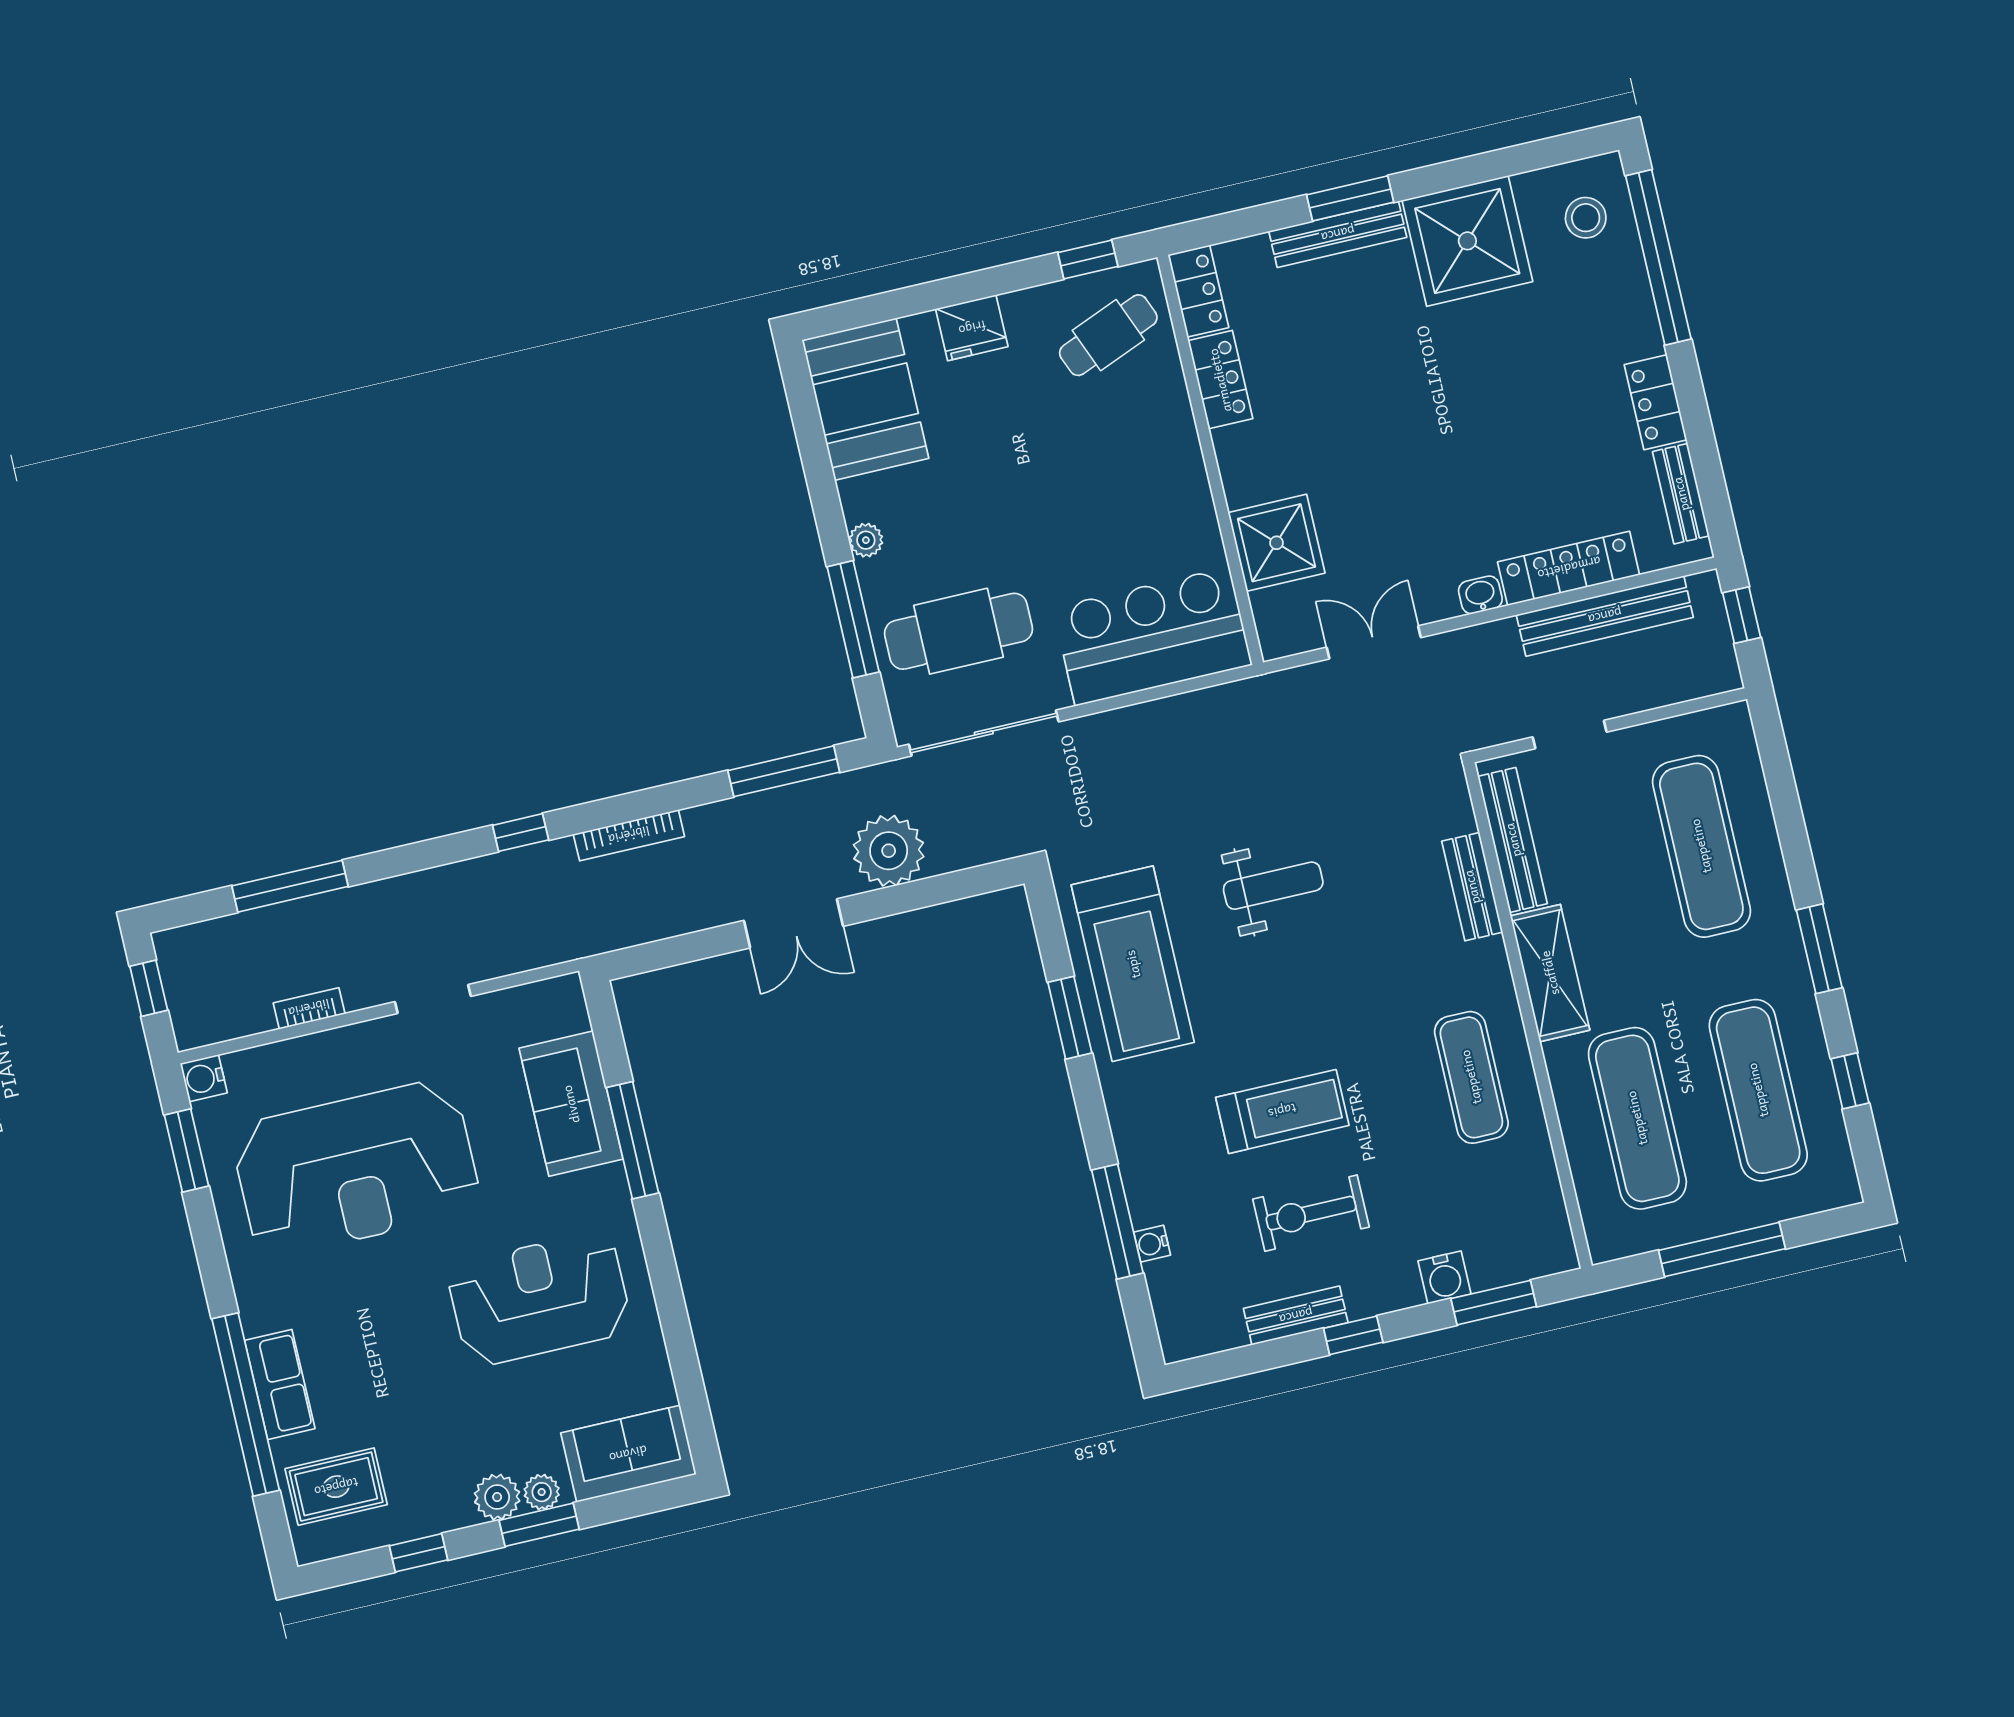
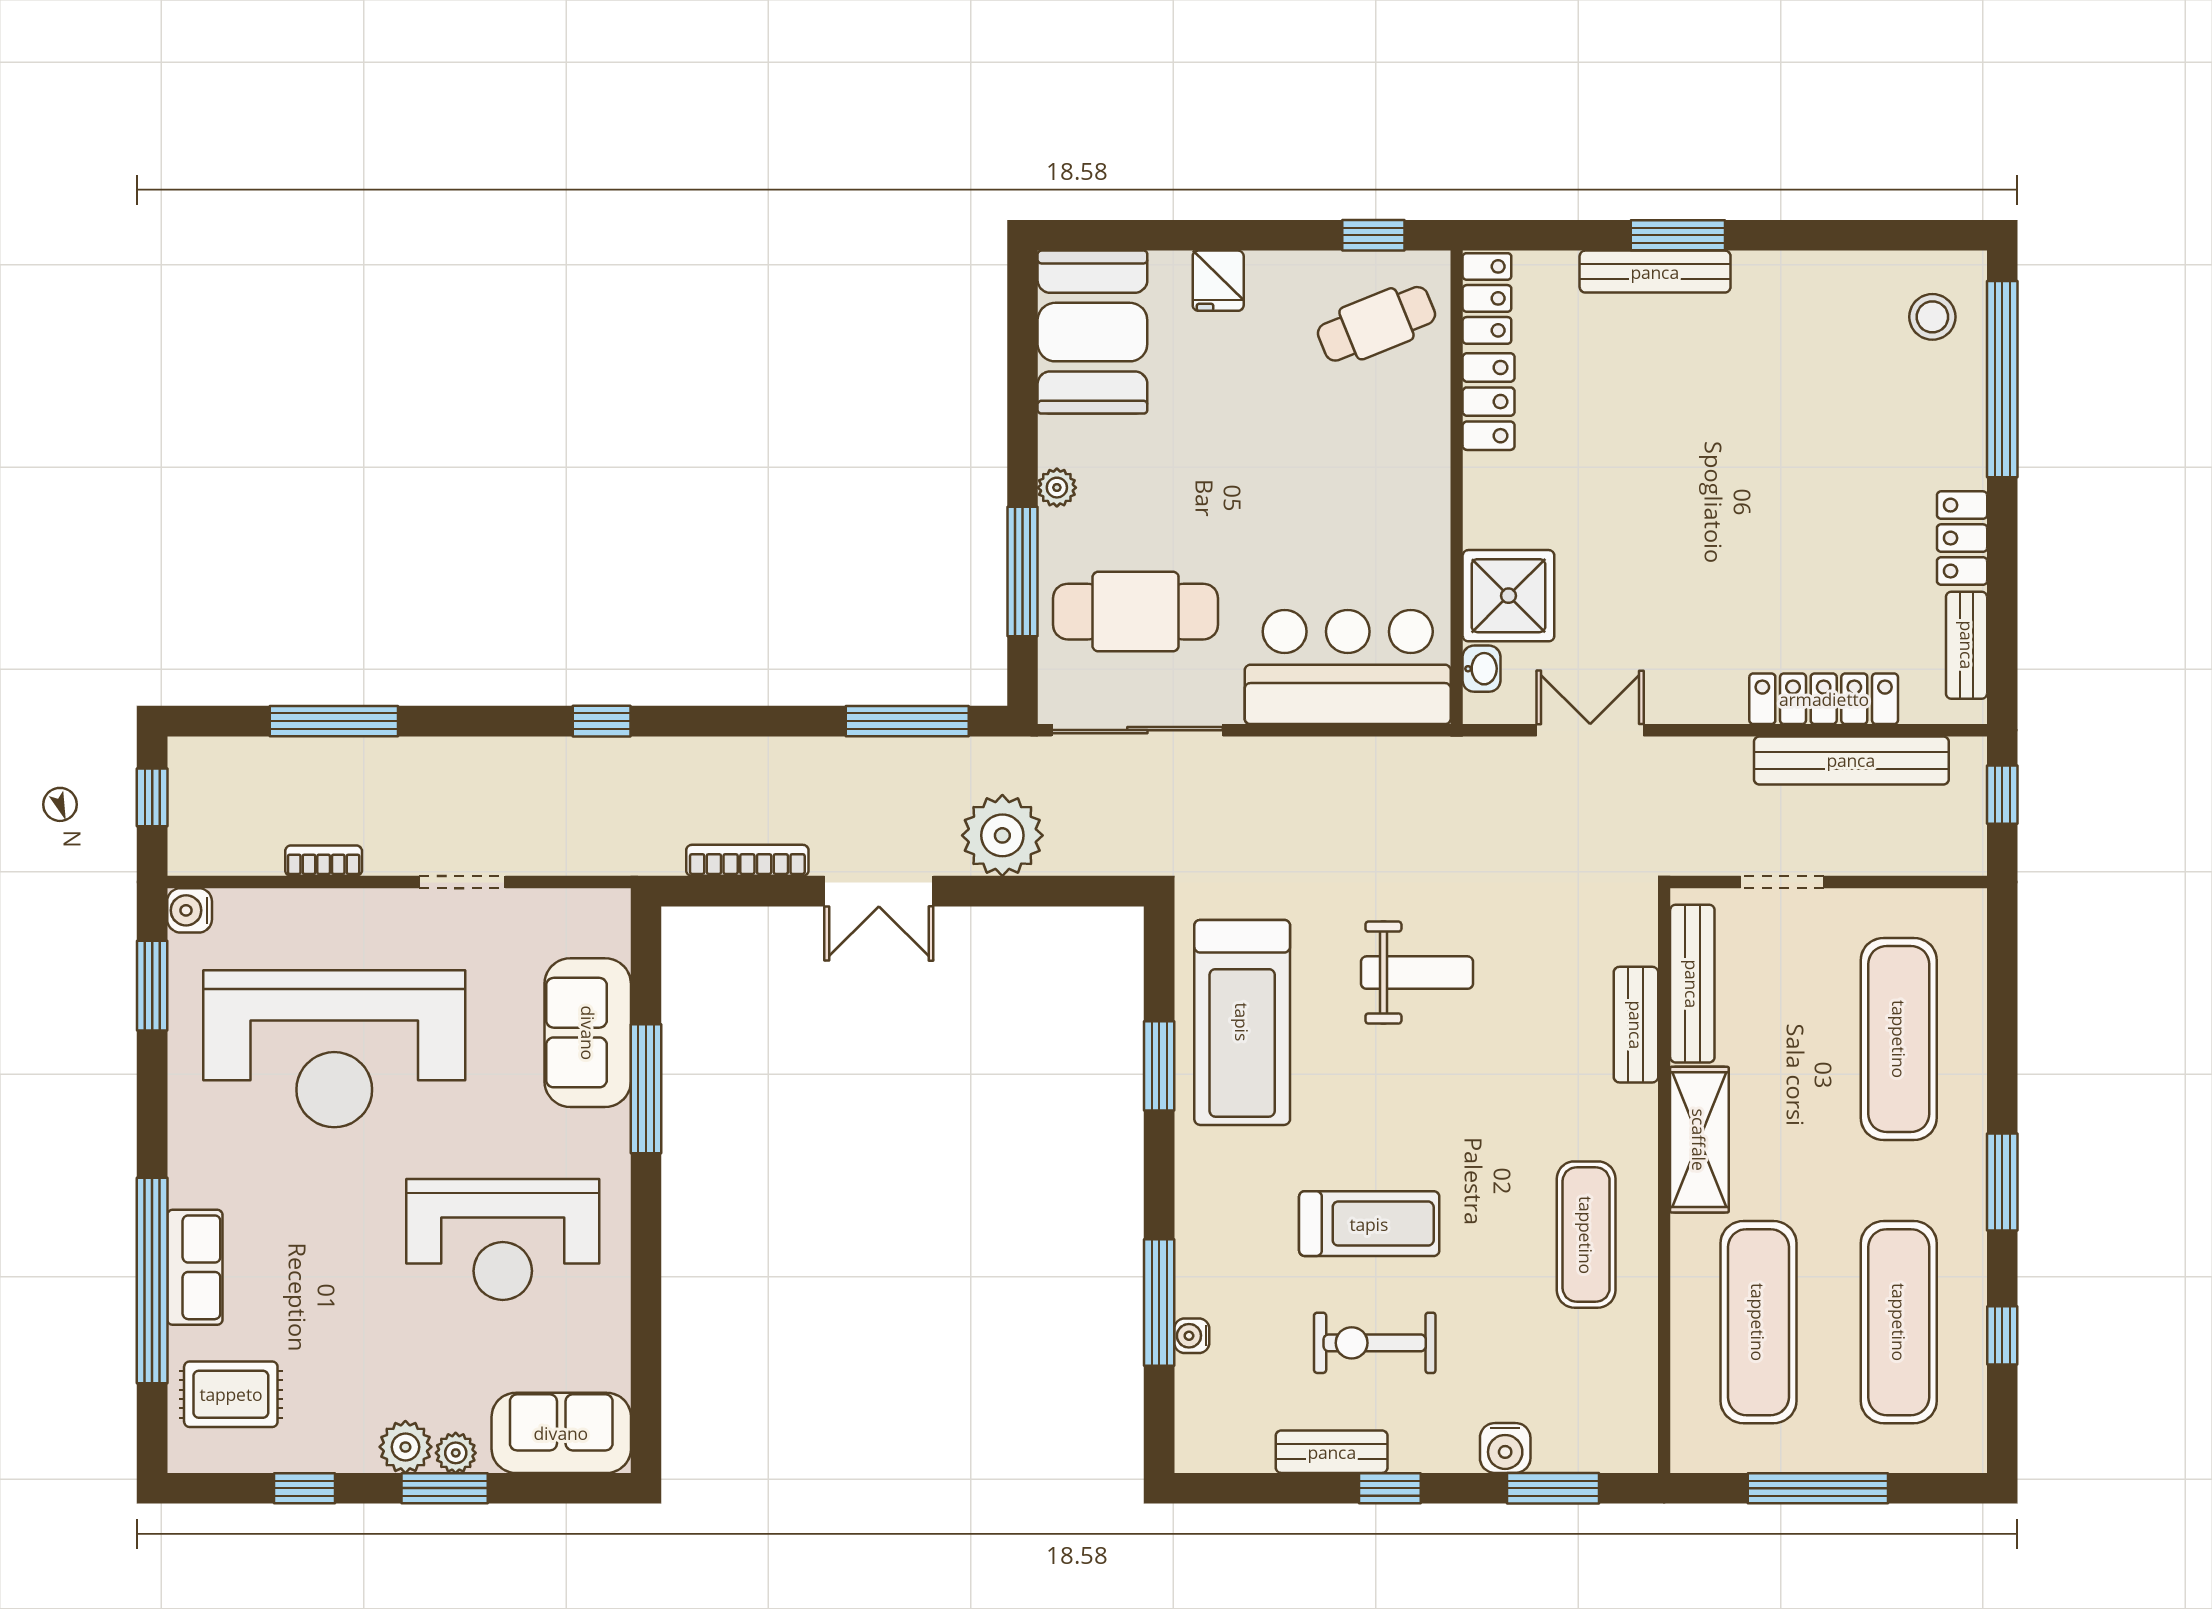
shower: (1467, 241) -> (1796, 312), removed
fridge: (972, 328) -> (1218, 281), width x0.72
washbasin: (1480, 595) -> (1482, 669), moved, turned 90
bookcase: (629, 835) -> (747, 860), moved, turned 180
reception desk: (539, 1299) -> (503, 1239), turned 180

